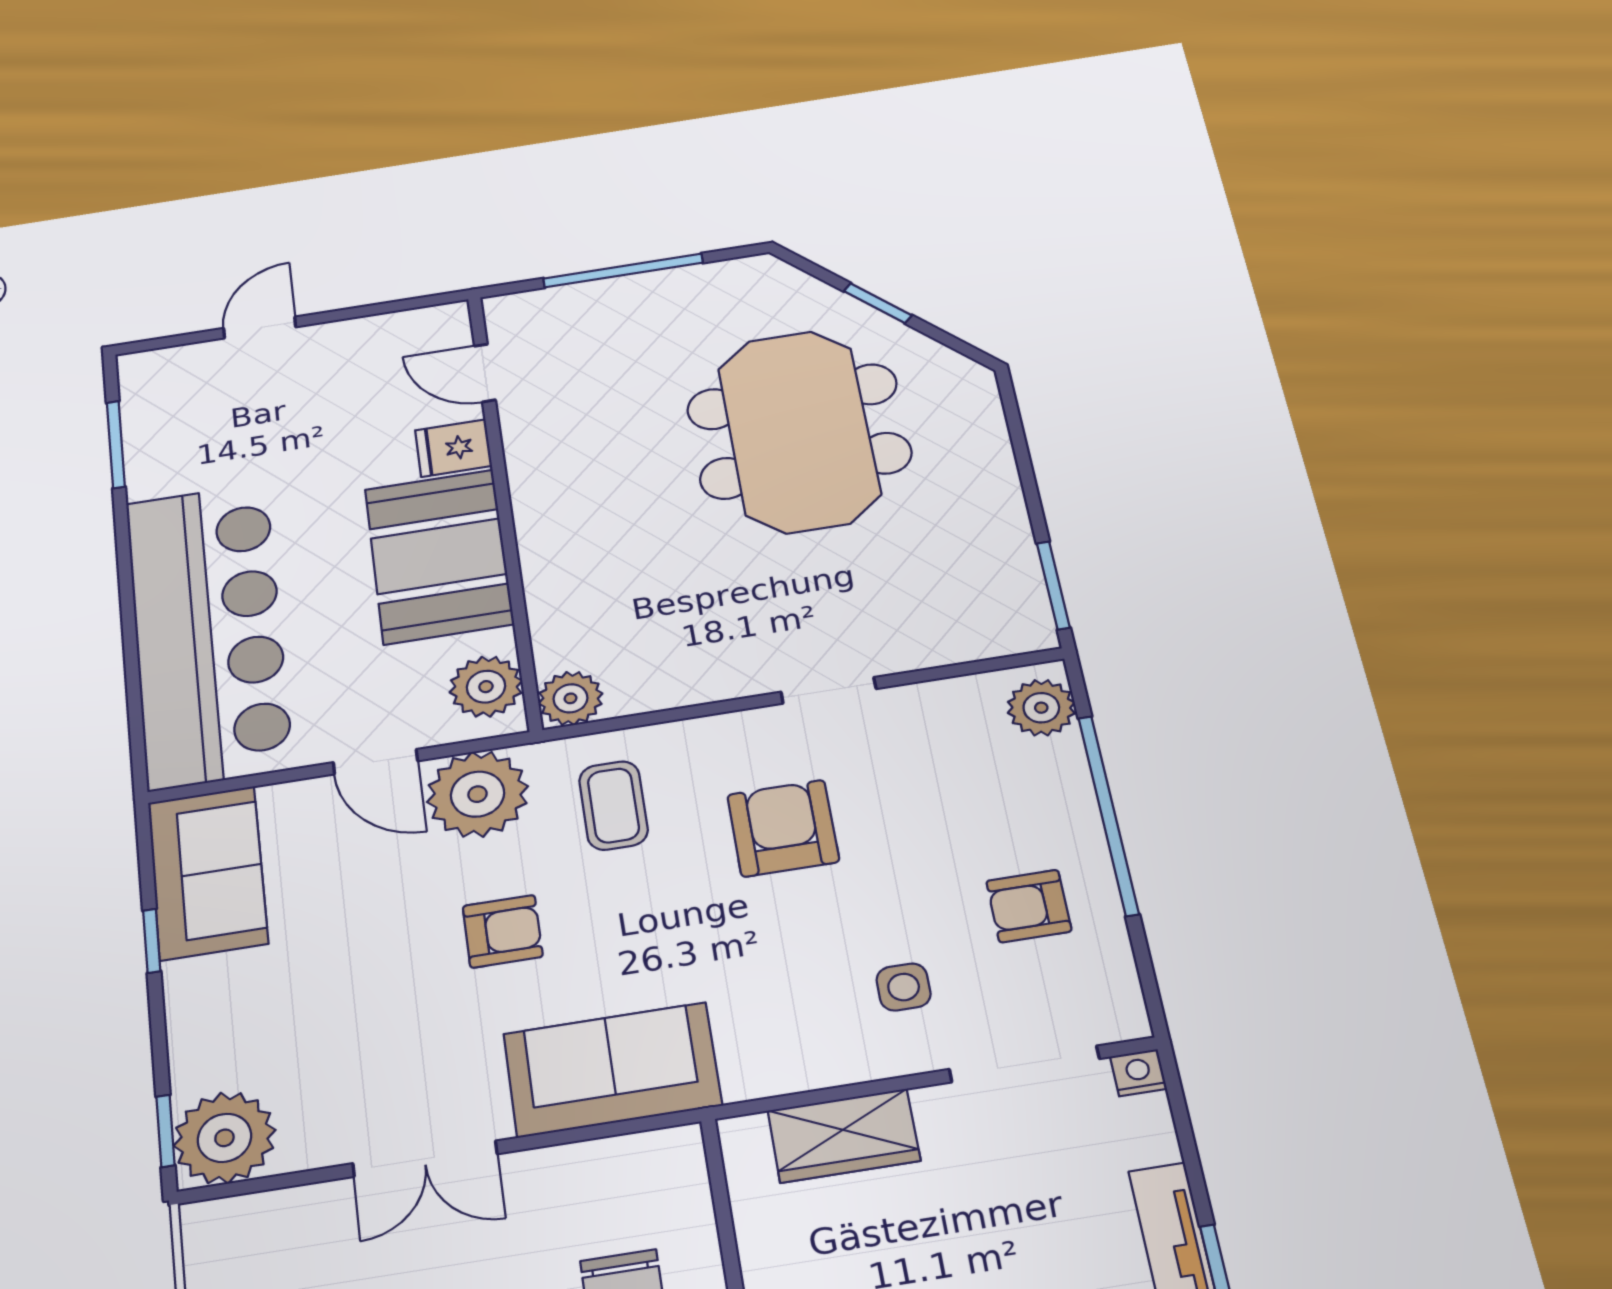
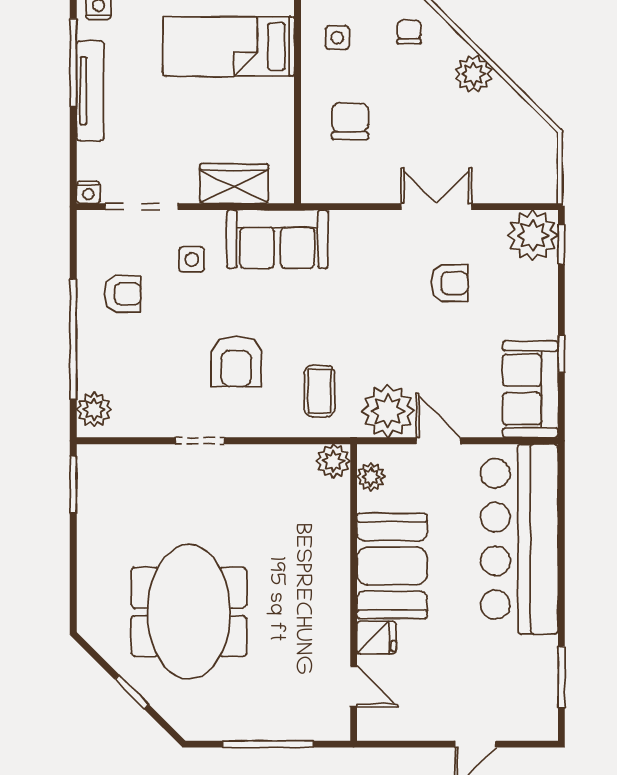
plant: (486, 687) -> (371, 477), width x0.73, depth x0.73
armchair: (503, 931) -> (449, 283), moved, turned 180
sofa: (612, 1070) -> (277, 239), moved

